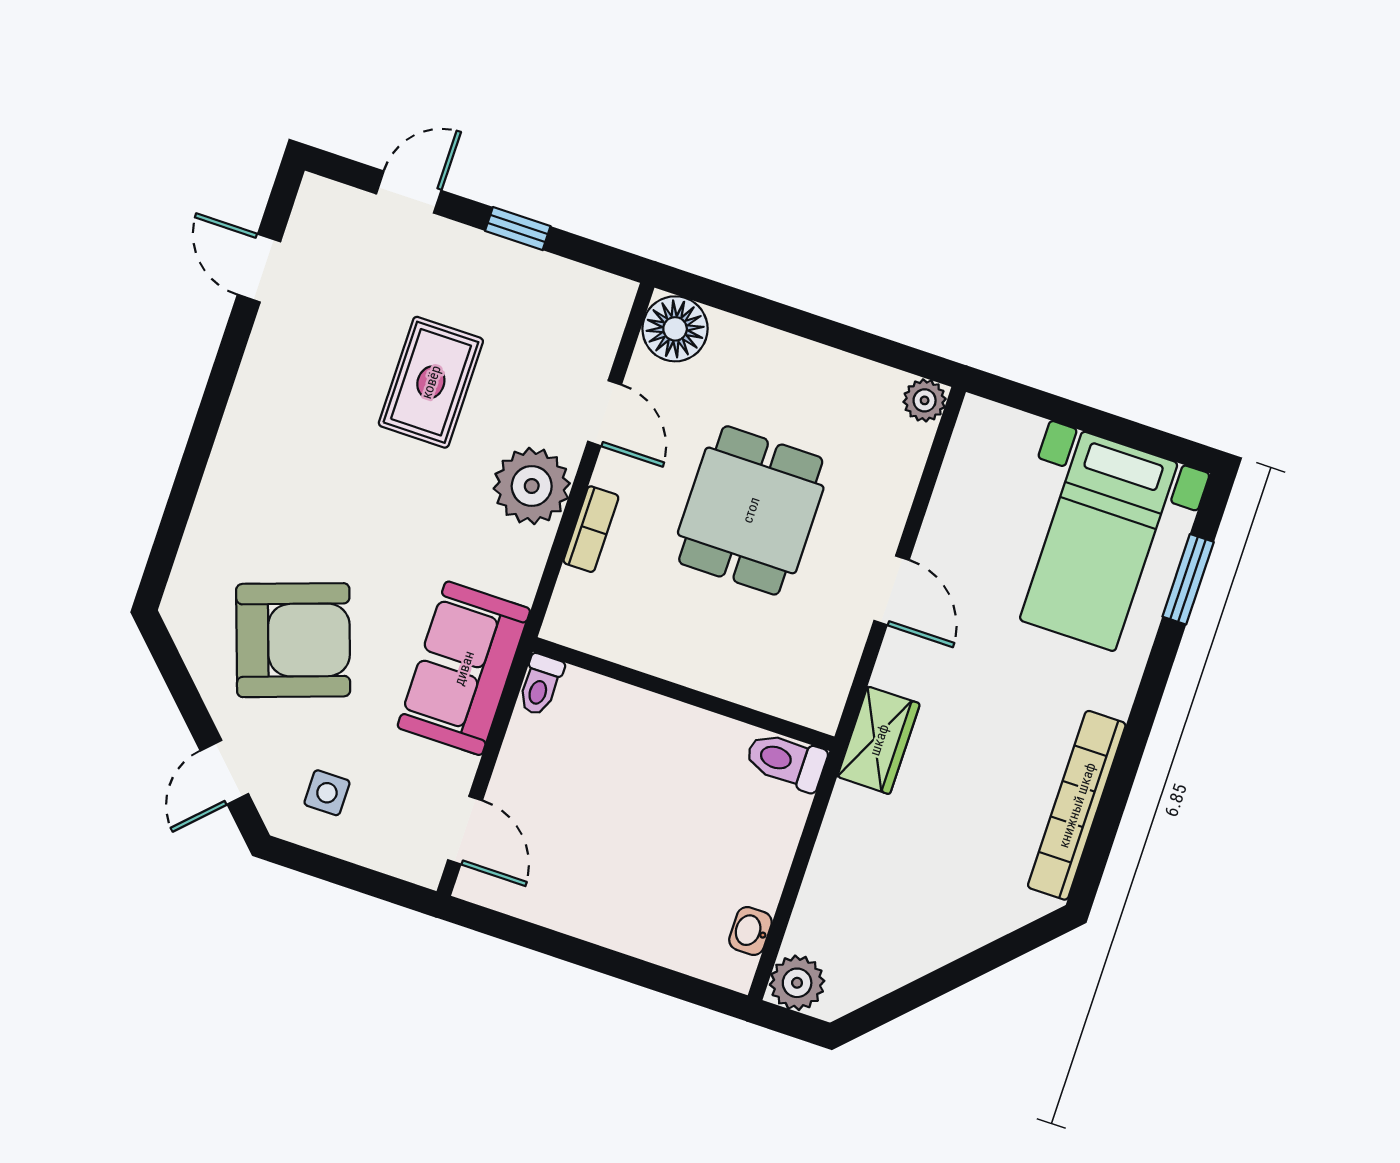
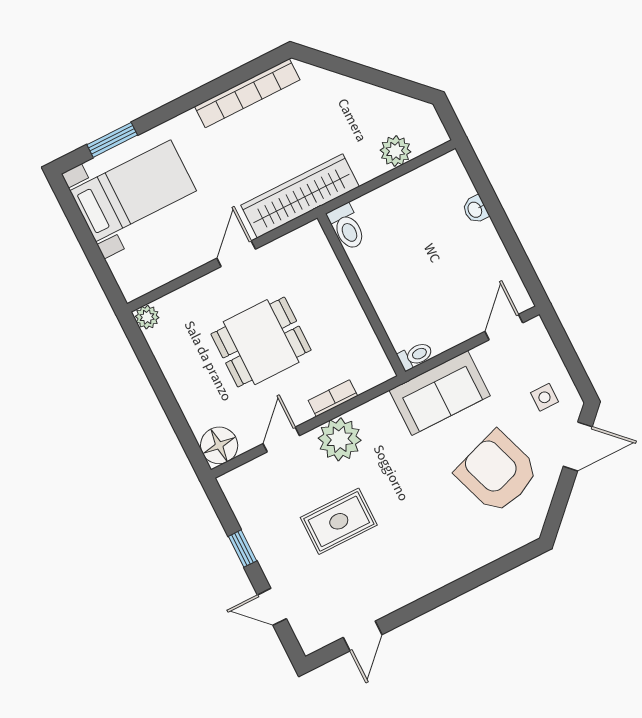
wardrobe: (879, 740) -> (300, 196), width x2.10, depth x1.17
door: (224, 772) -> (578, 446), width x1.37
washbasin: (750, 931) -> (475, 209), moved, turned 90
plant: (797, 983) -> (395, 151), moved

